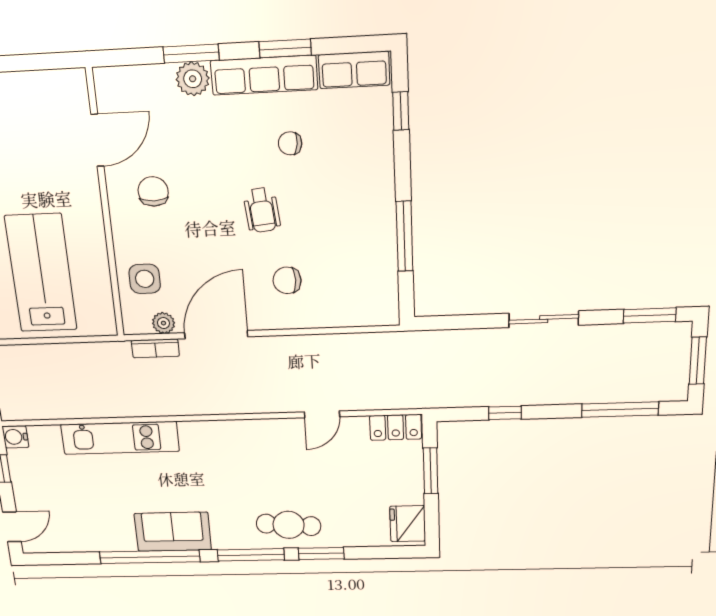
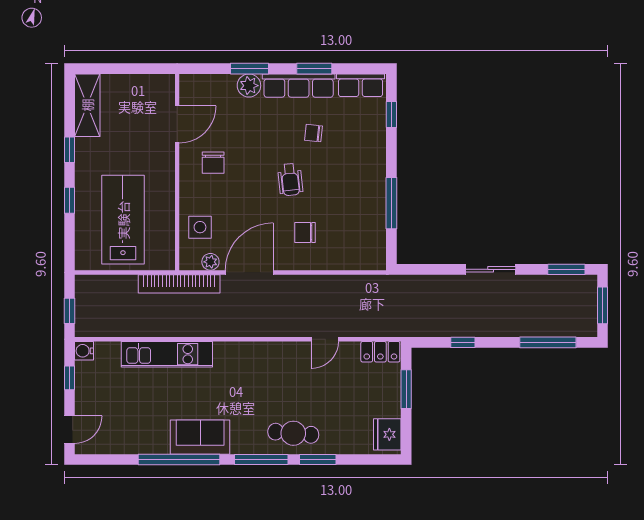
chair: (153, 191) -> (213, 163), turned 180
bookcase: (155, 348) -> (179, 284), width x2.31, depth x1.31

